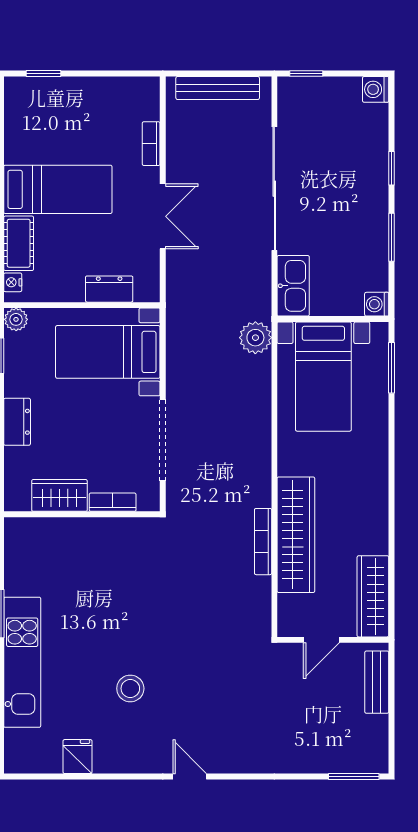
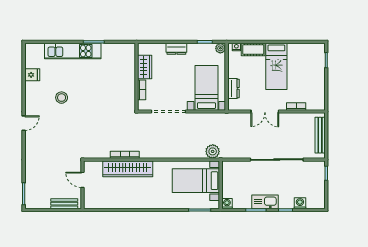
washing machine: (376, 89) -> (300, 203), moved
kitchen sink: (293, 286) -> (265, 202), moved, turned 180
wardrobe: (373, 596) -> (101, 202), removed

